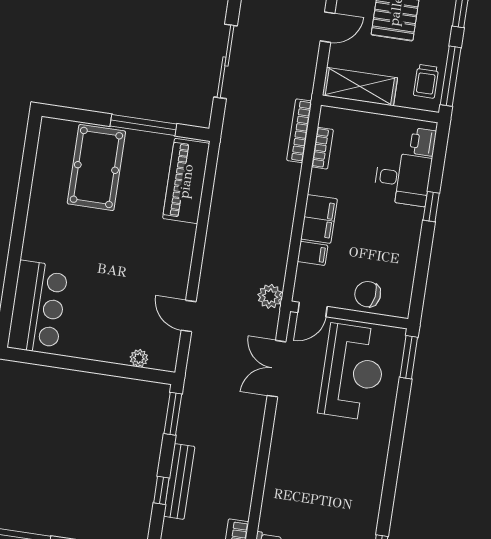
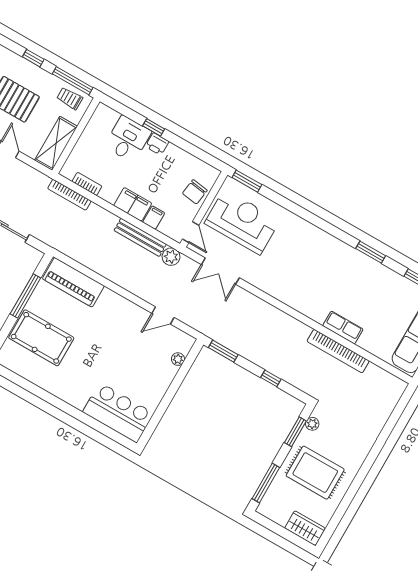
trolley: (426, 81) -> (70, 98), turned 180
printer: (423, 142) -> (157, 144), moved
bench: (179, 481) -> (140, 237), moved

